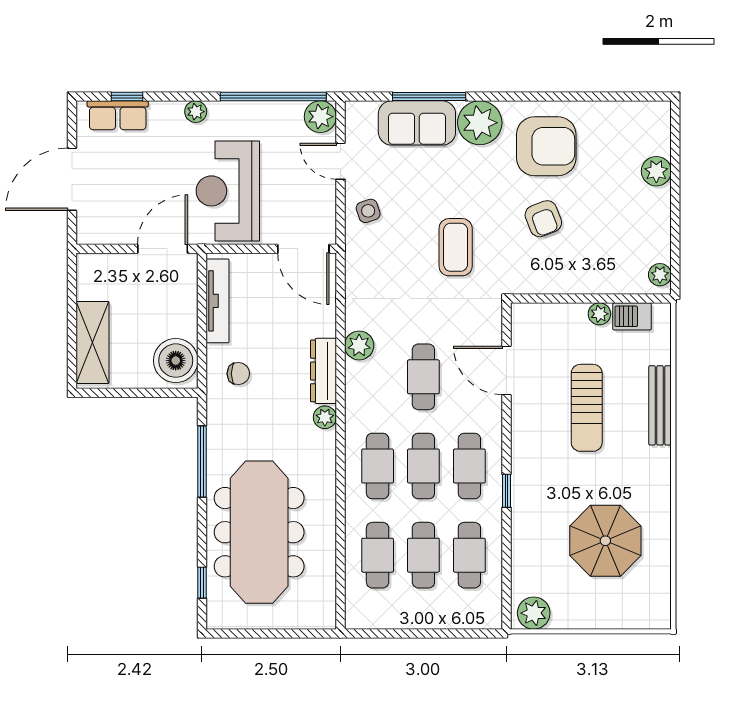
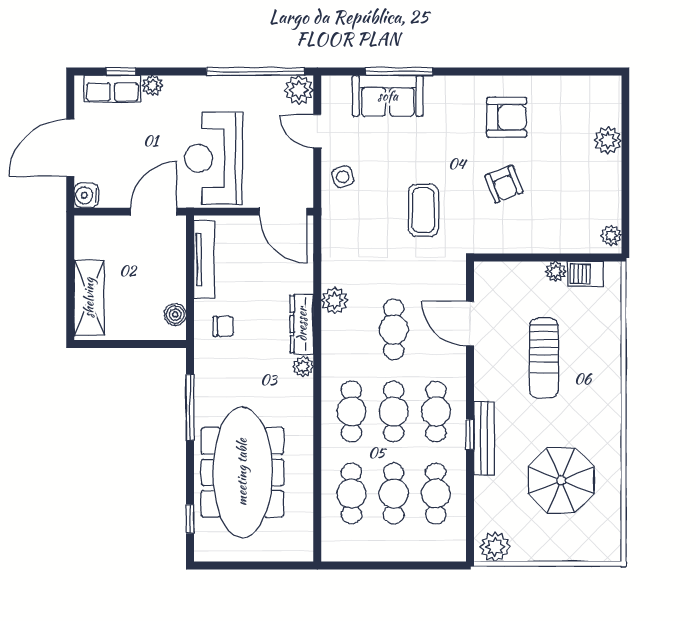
plant: (196, 112) -> (153, 85), moved
plant: (480, 123) -> (445, 96), removed
armchair: (546, 146) -> (507, 117), width x0.73, depth x0.73
water cooler: (89, 231) -> (86, 195), added
boiler: (176, 361) -> (175, 314), width x0.54, depth x0.54
bench: (660, 405) -> (484, 438), moved

